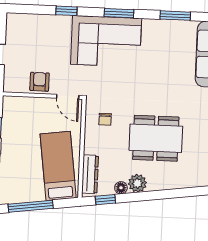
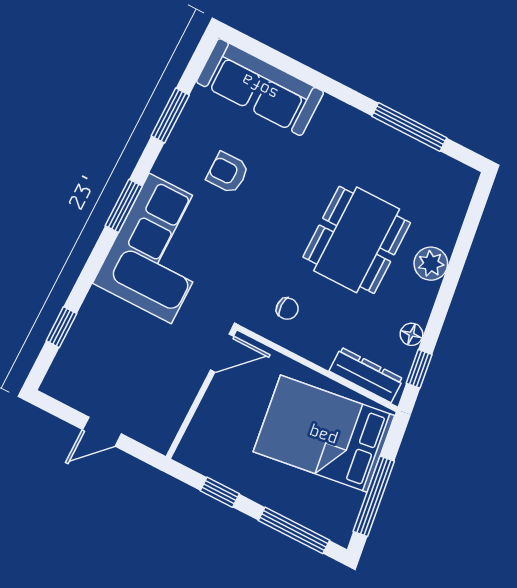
window: (66, 11) -> (61, 327), moved
armchair: (40, 82) -> (228, 173), moved
bed: (58, 166) -> (324, 434), width x1.50
plant: (137, 183) -> (431, 264), moved

